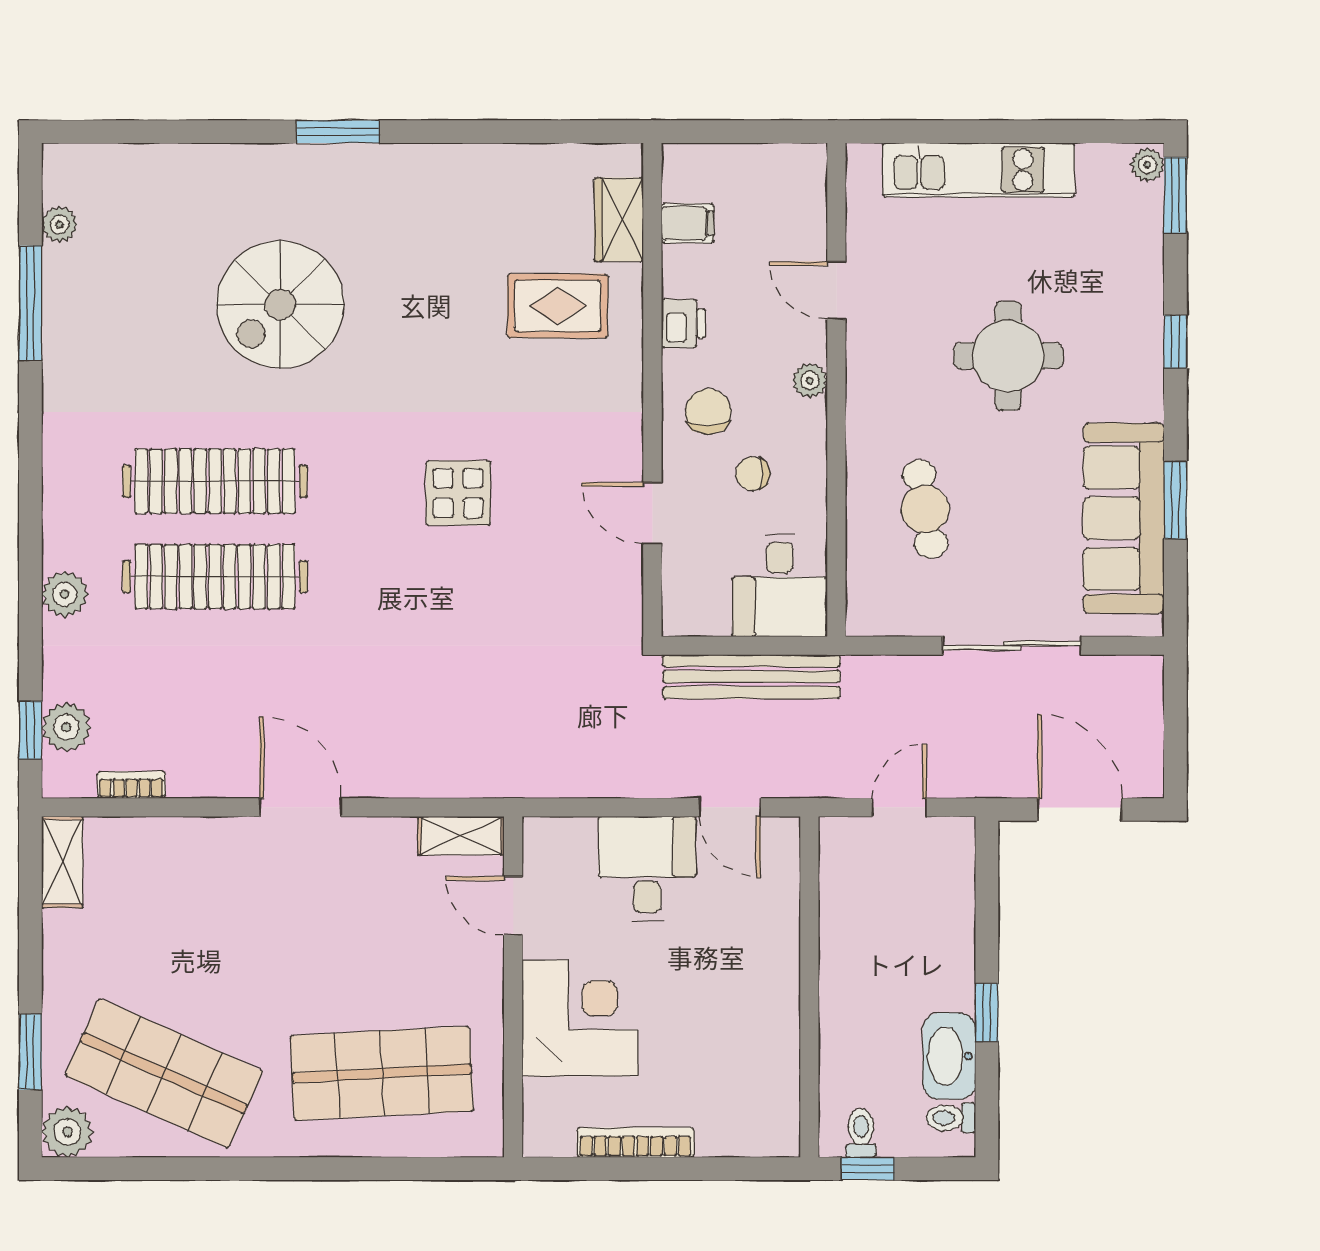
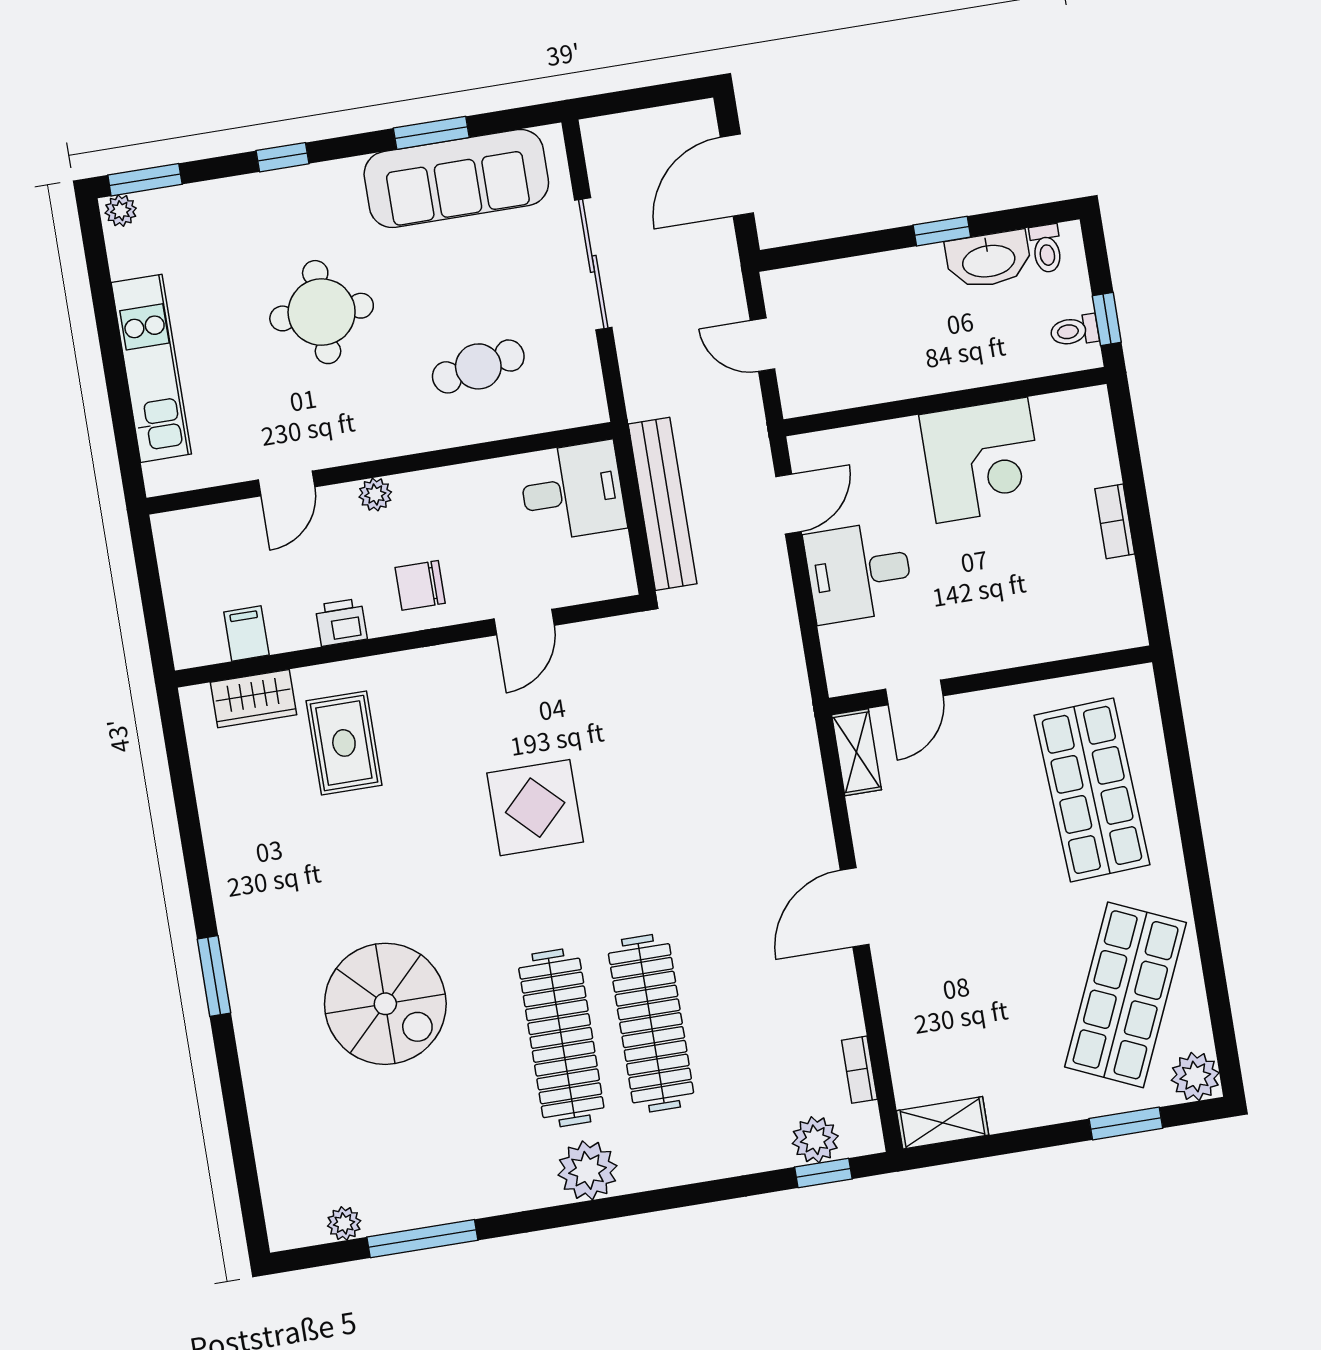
chair: (753, 474) -> (472, 534), removed
display table: (458, 493) -> (535, 808), width x1.36, depth x1.36
plant: (65, 594) -> (588, 1170), moved, width x1.36, depth x1.36
corner desk: (580, 1018) -> (982, 460), moved, turned 180
bookcase: (635, 1143) -> (1115, 521), width x0.64

